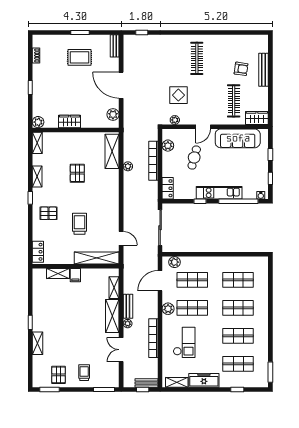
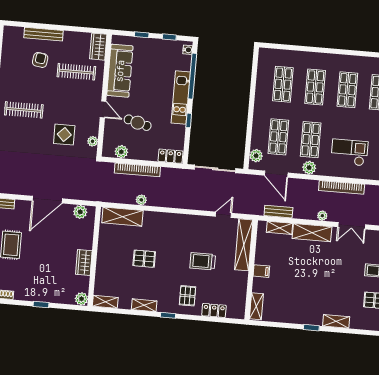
locker: (38, 252) -> (214, 310), moved
shelving: (58, 273) -> (256, 306), moved
bench: (128, 306) -> (278, 212), moved

